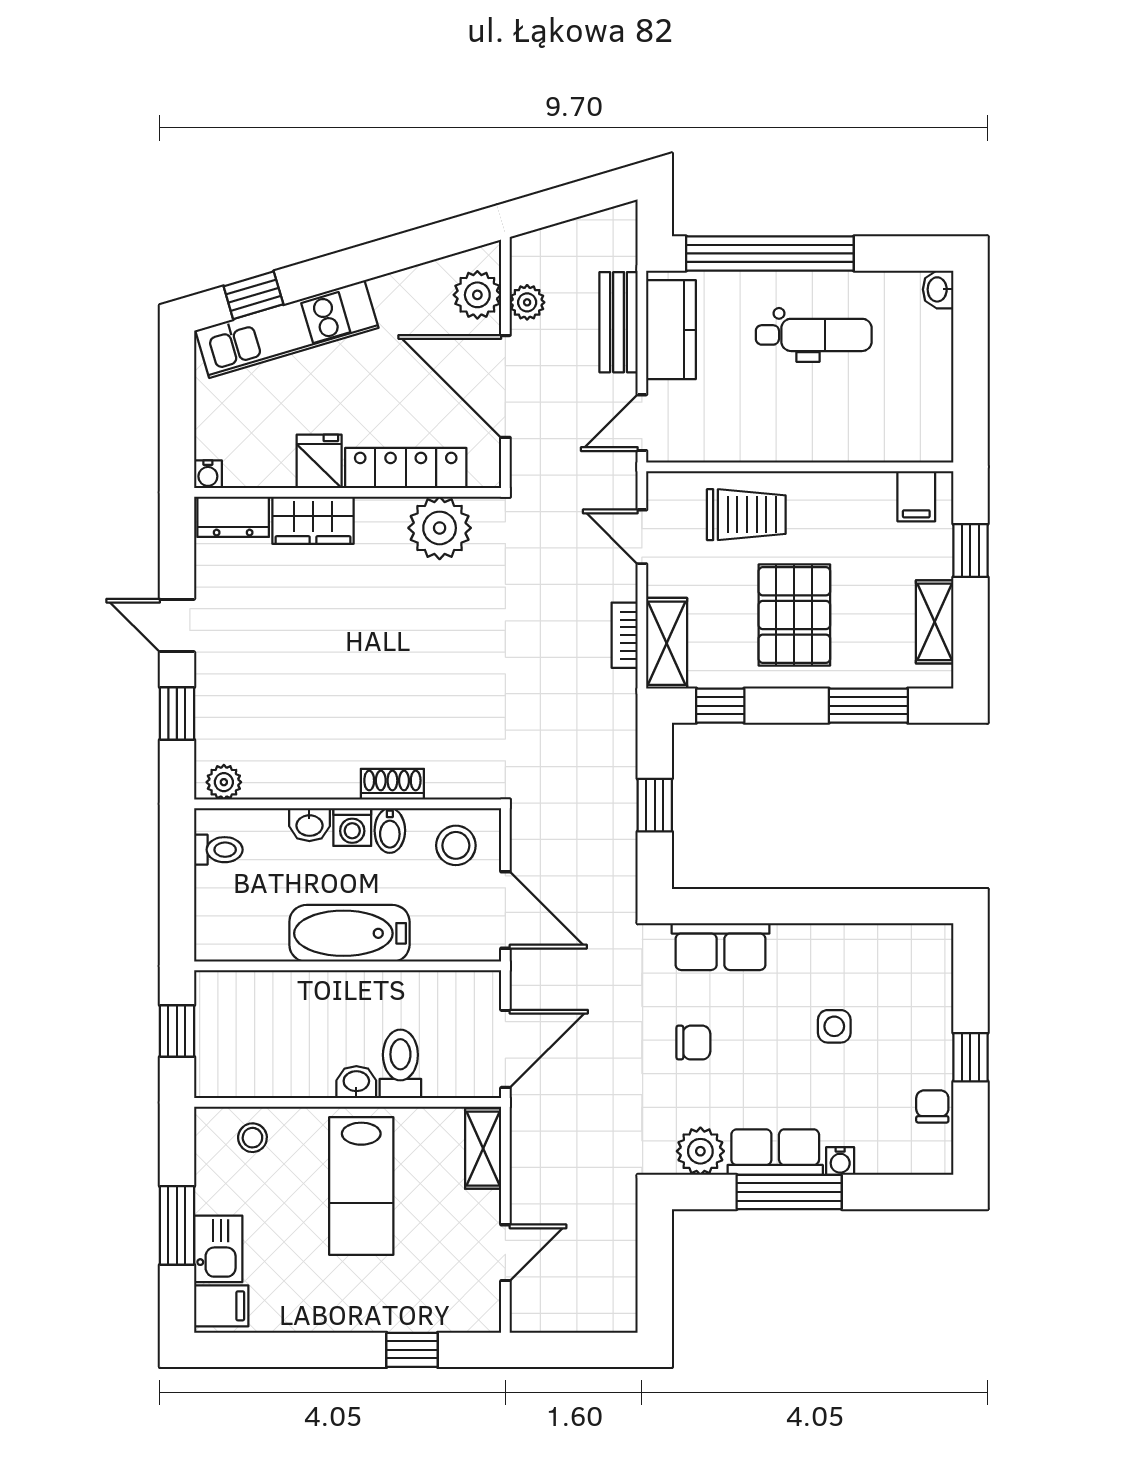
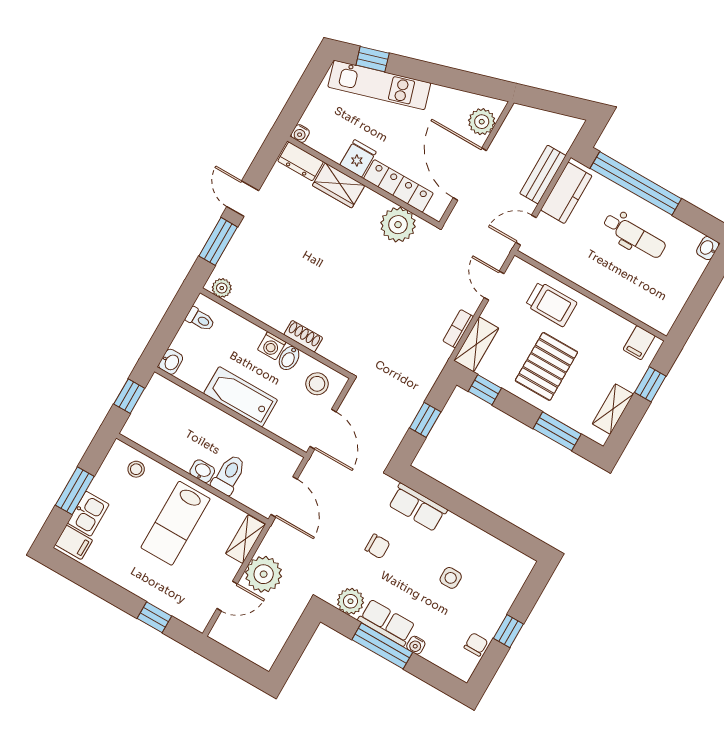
plant: (527, 302) -> (264, 574), moved, width x1.88, depth x1.88
window: (177, 713) -> (218, 241), width x1.50
washbasin: (309, 825) -> (171, 362), moved, turned -90
door: (505, 1049) -> (284, 497), hinge flipped

